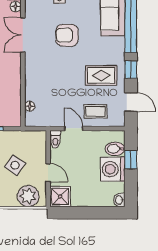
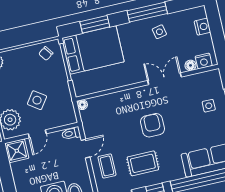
armchair: (67, 35) -> (153, 125), moved
rug: (101, 75) -> (143, 163), turned 90
floor lamp: (30, 106) -> (82, 105), moved

